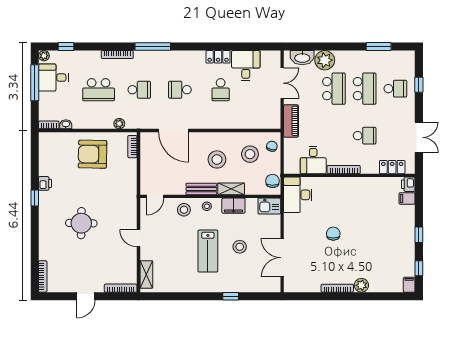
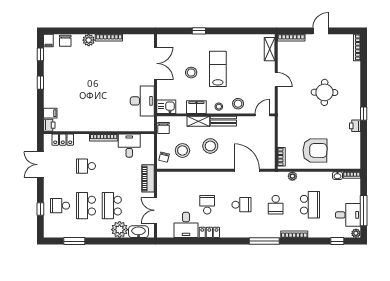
school desk: (99, 90) -> (310, 205), turned 90
school desk: (139, 90) -> (276, 205), turned -90
desk: (298, 195) -> (142, 101), moved
chair: (333, 234) -> (65, 41), moved

